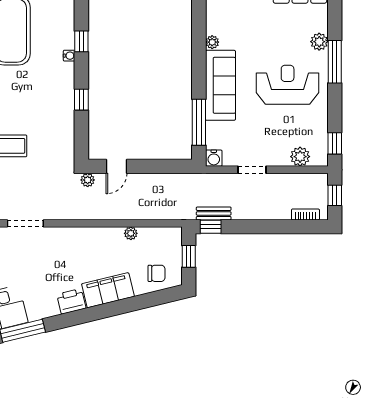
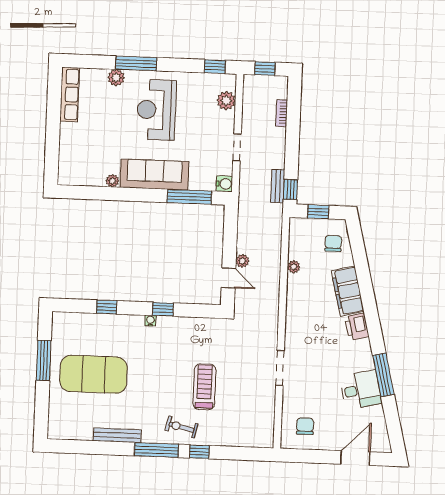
water cooler: (69, 56) -> (150, 321), moved
plant: (88, 180) -> (242, 261), moved
bookcase: (305, 214) -> (282, 113), moved

